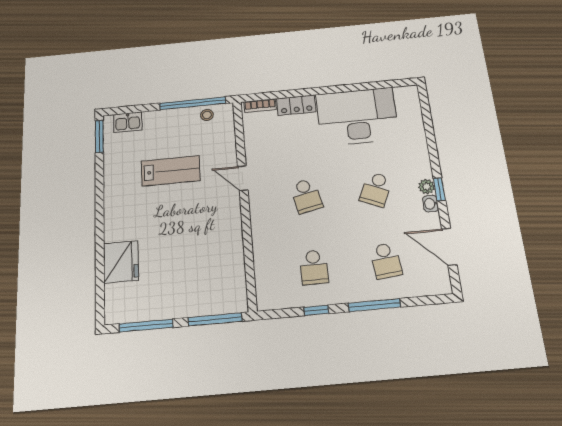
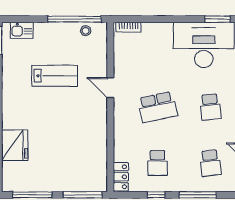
window: (370, 86) -> (218, 19), added
locker: (296, 105) -> (121, 177), moved, turned -90
school desk: (376, 189) -> (210, 107), turned -30
school desk: (306, 196) -> (158, 107), width x1.85

